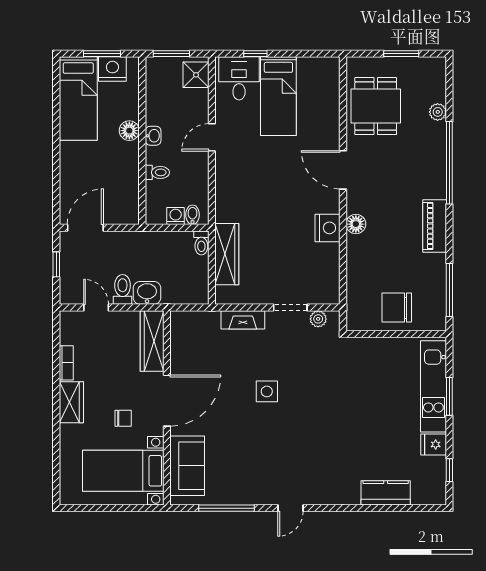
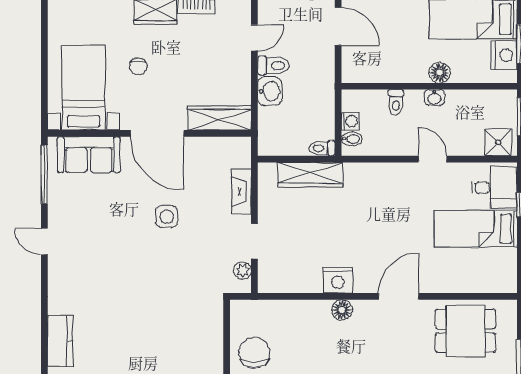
wardrobe: (152, 341) -> (219, 118), moved
door: (167, 401) -> (157, 133), moved
wall: (167, 408) -> (149, 133), moved
sofa: (187, 466) -> (89, 155), moved
bed with nightstands: (123, 471) -> (83, 88), moved

